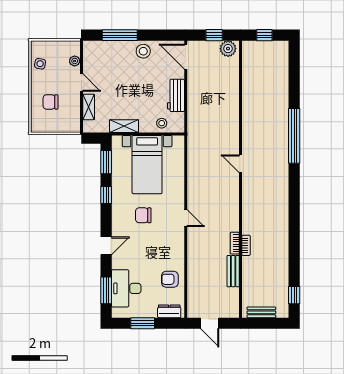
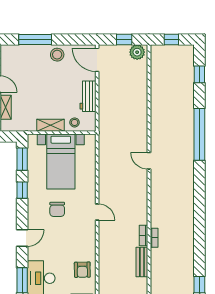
window: (294, 72) -> (199, 74), added
shelving: (124, 126) -> (50, 125), moved
chair: (143, 215) -> (57, 209), turned -90
armchair: (170, 279) -> (82, 270), turned -91

